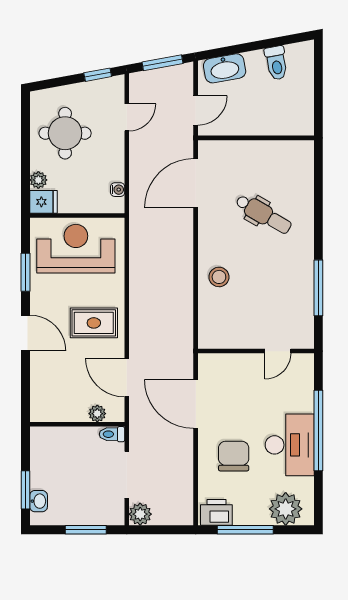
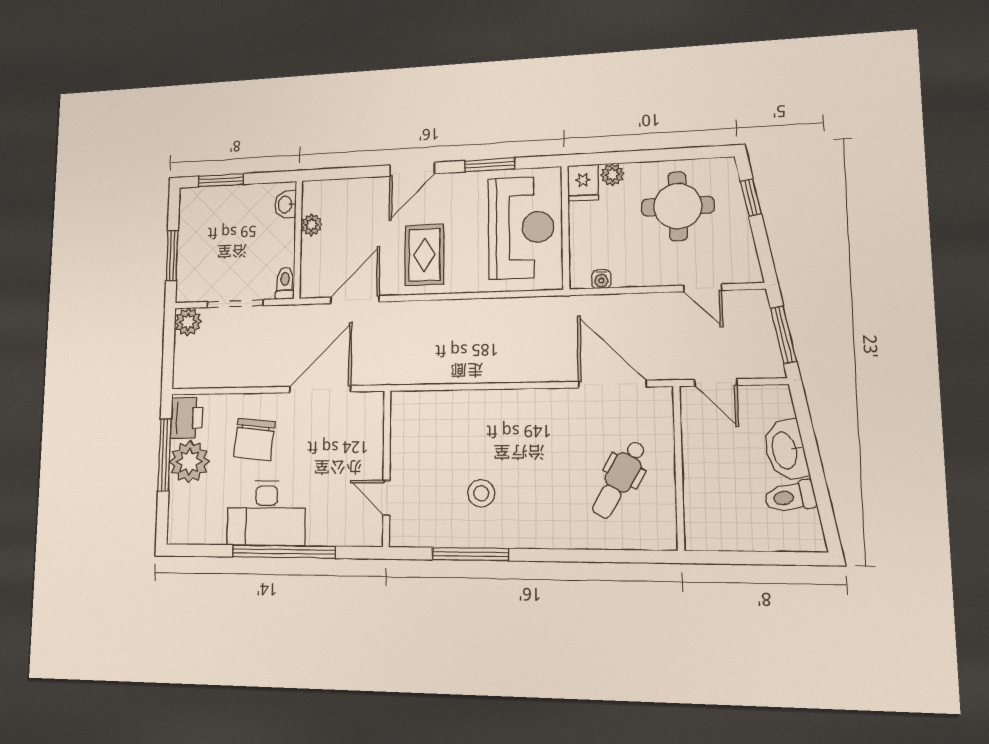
washbasin: (225, 68) -> (786, 450), moved
window: (98, 75) -> (751, 198), moved
dental chair: (264, 214) -> (619, 479), moved
stool: (219, 277) -> (481, 493), moved
plant: (97, 414) -> (311, 225), moved
chair: (234, 456) -> (254, 439), turned 96
washbasin: (39, 501) -> (286, 204), moved, turned 90
plant: (286, 509) -> (189, 462), moved

